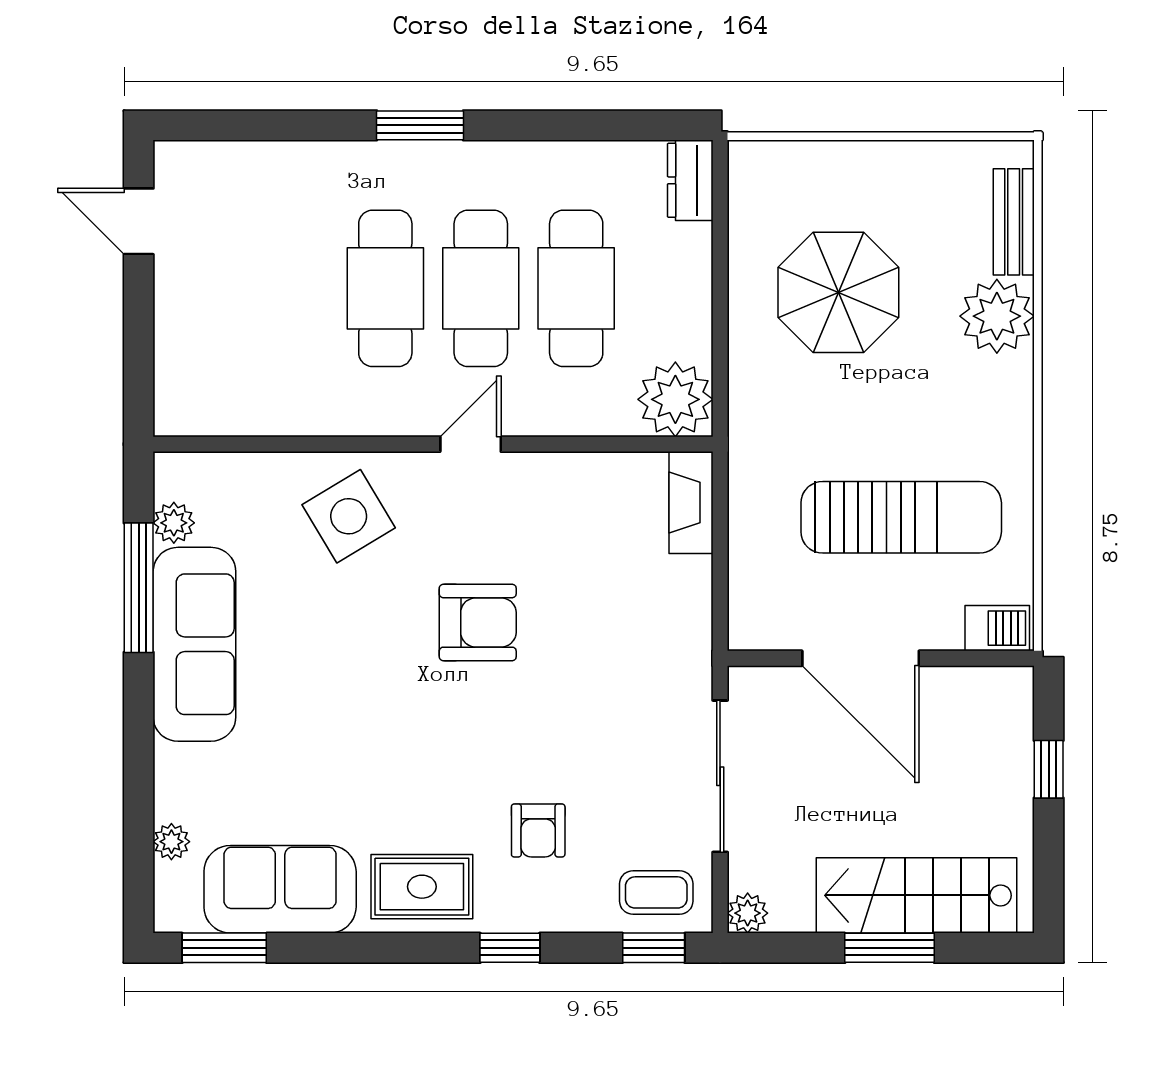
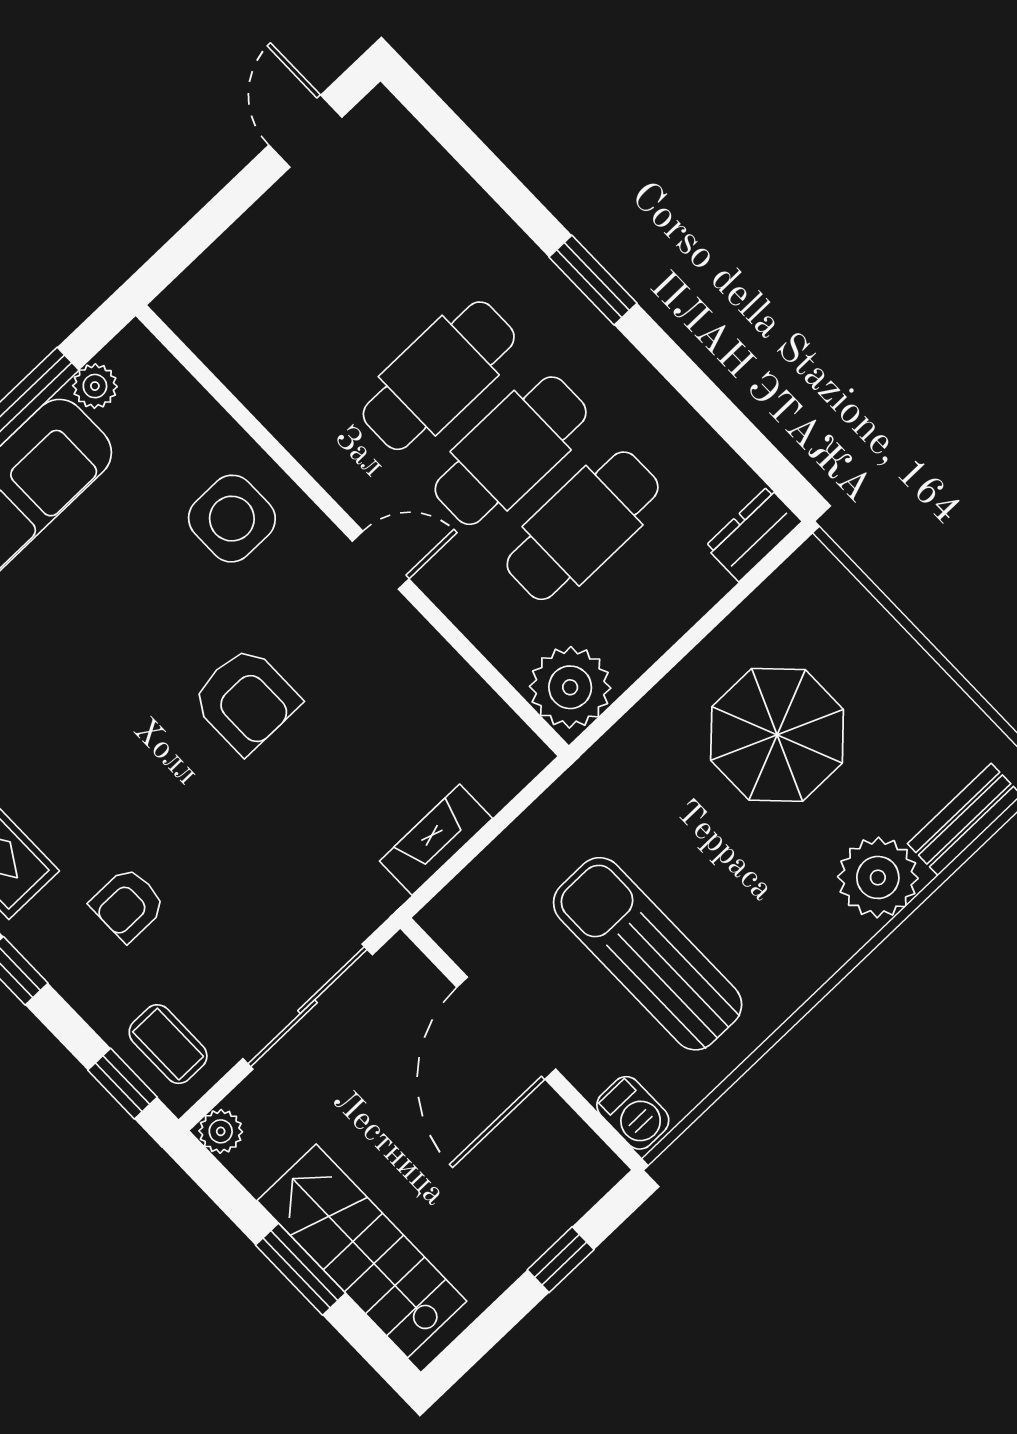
fireplace: (691, 503) -> (436, 840), moved
side table: (349, 516) -> (232, 519), turned 31
sun lounger: (901, 517) -> (648, 954), turned 180

